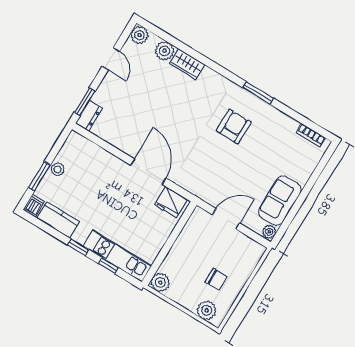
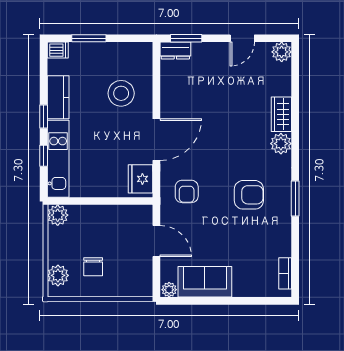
plant: (165, 51) -> (281, 144), moved
stool: (58, 169) -> (121, 93), moved, width x1.89, depth x1.89
armchair: (202, 173) -> (187, 191), added
kitchen counter: (58, 220) -> (58, 97), moved

